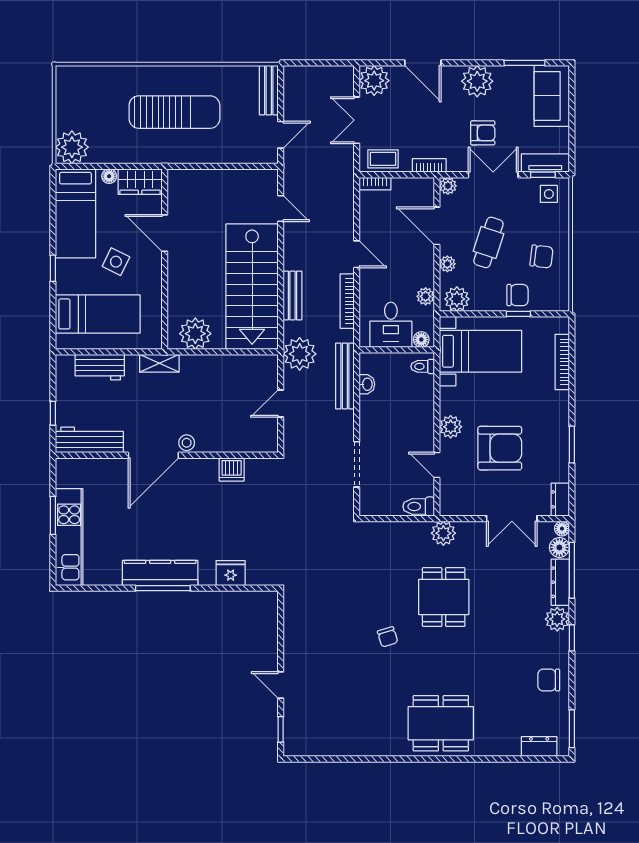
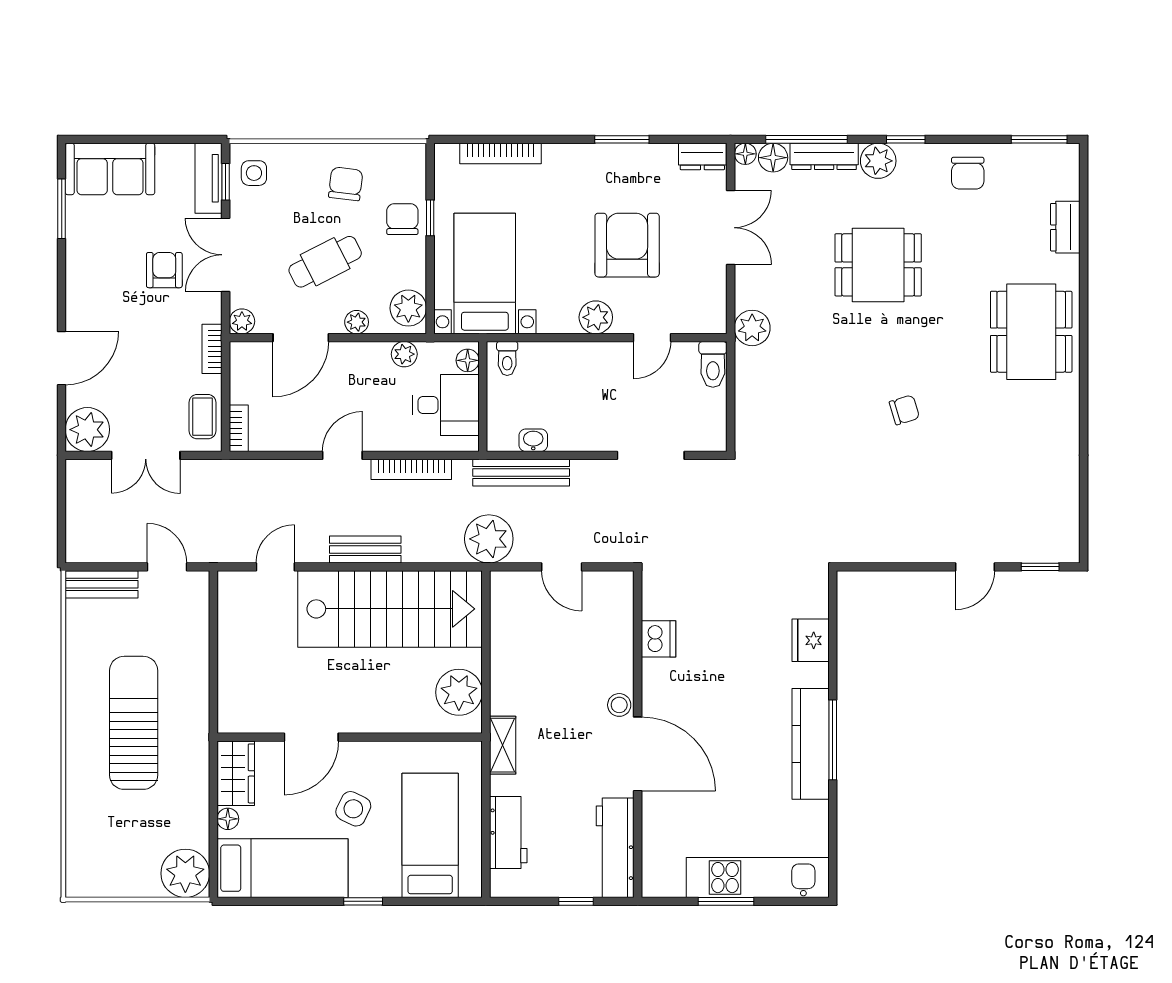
plant: (477, 81) -> (88, 278), removed
cafe table: (488, 242) -> (325, 262), turned -45
bench: (293, 296) -> (365, 549), moved
dining table: (444, 597) -> (878, 265), moved
dresser: (539, 747) -> (1065, 227), moved

